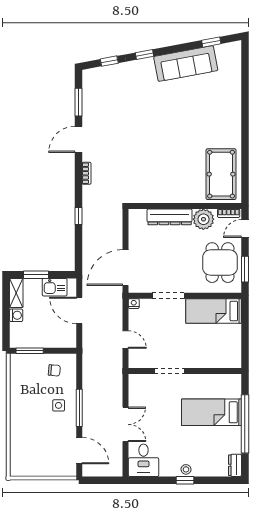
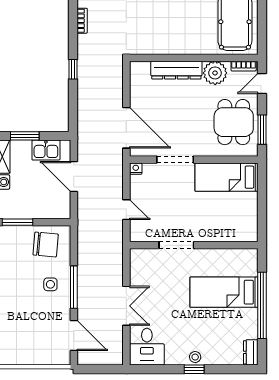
door: (126, 268) -> (126, 128), swing flipped
chair: (54, 370) -> (46, 244), width x1.87, depth x1.87

